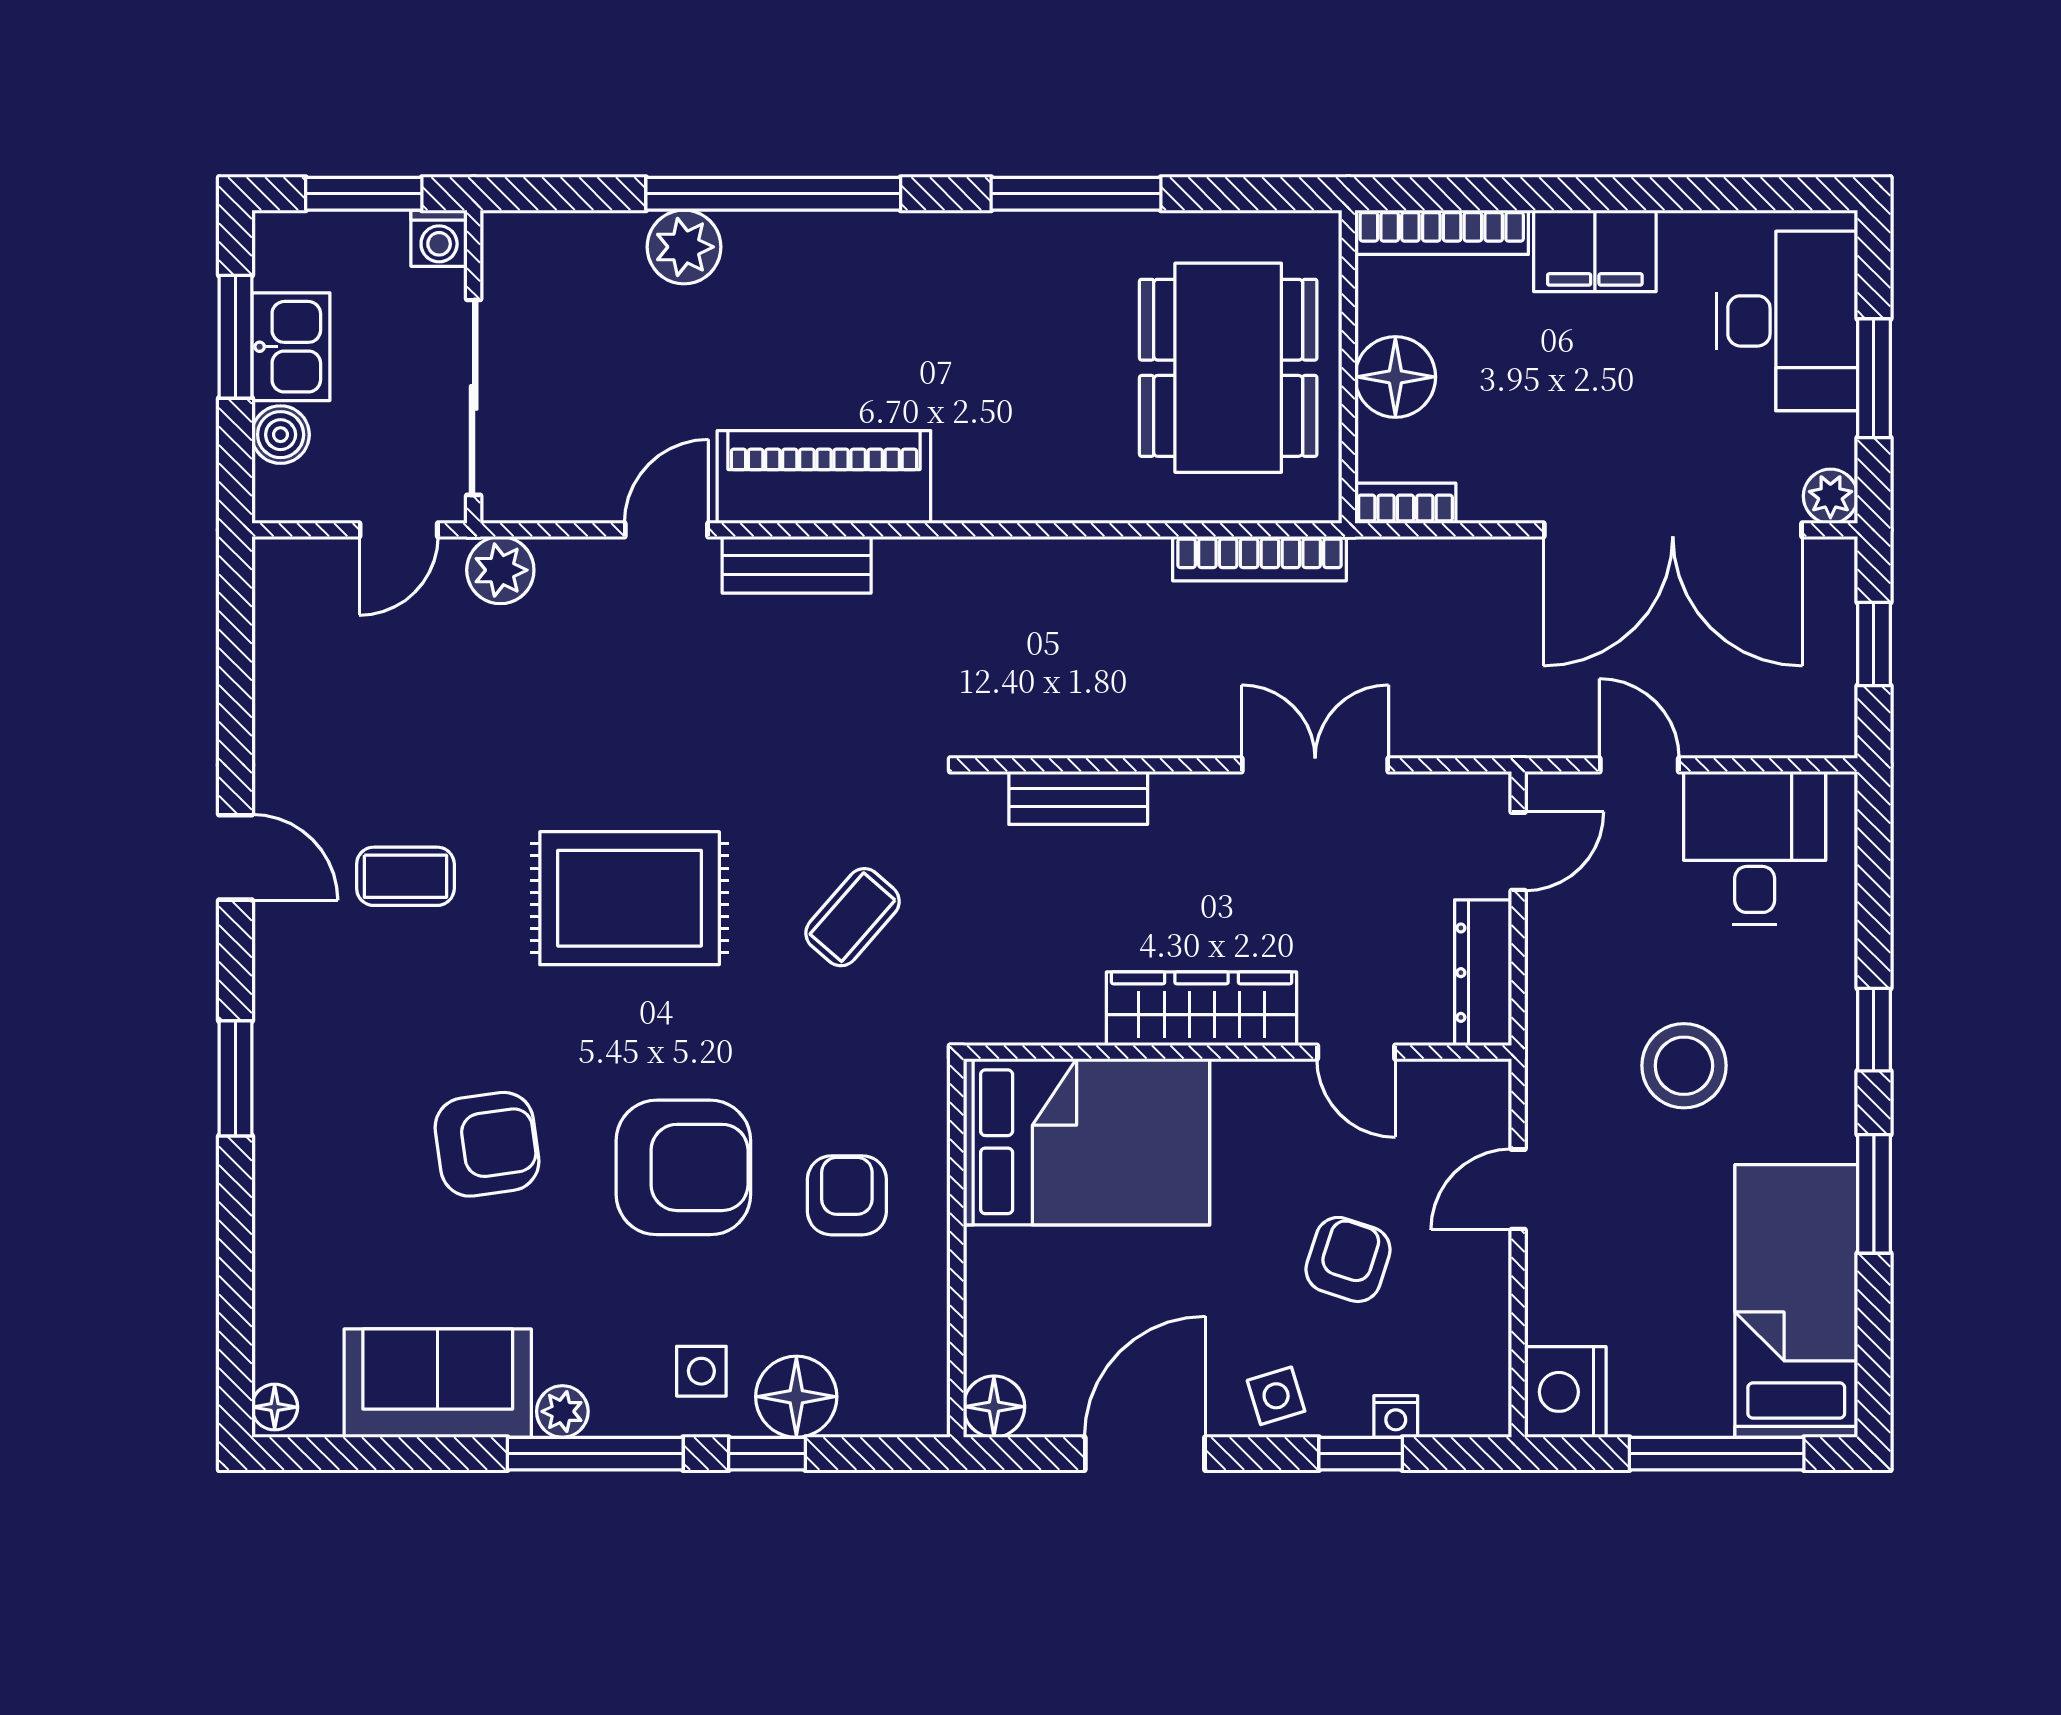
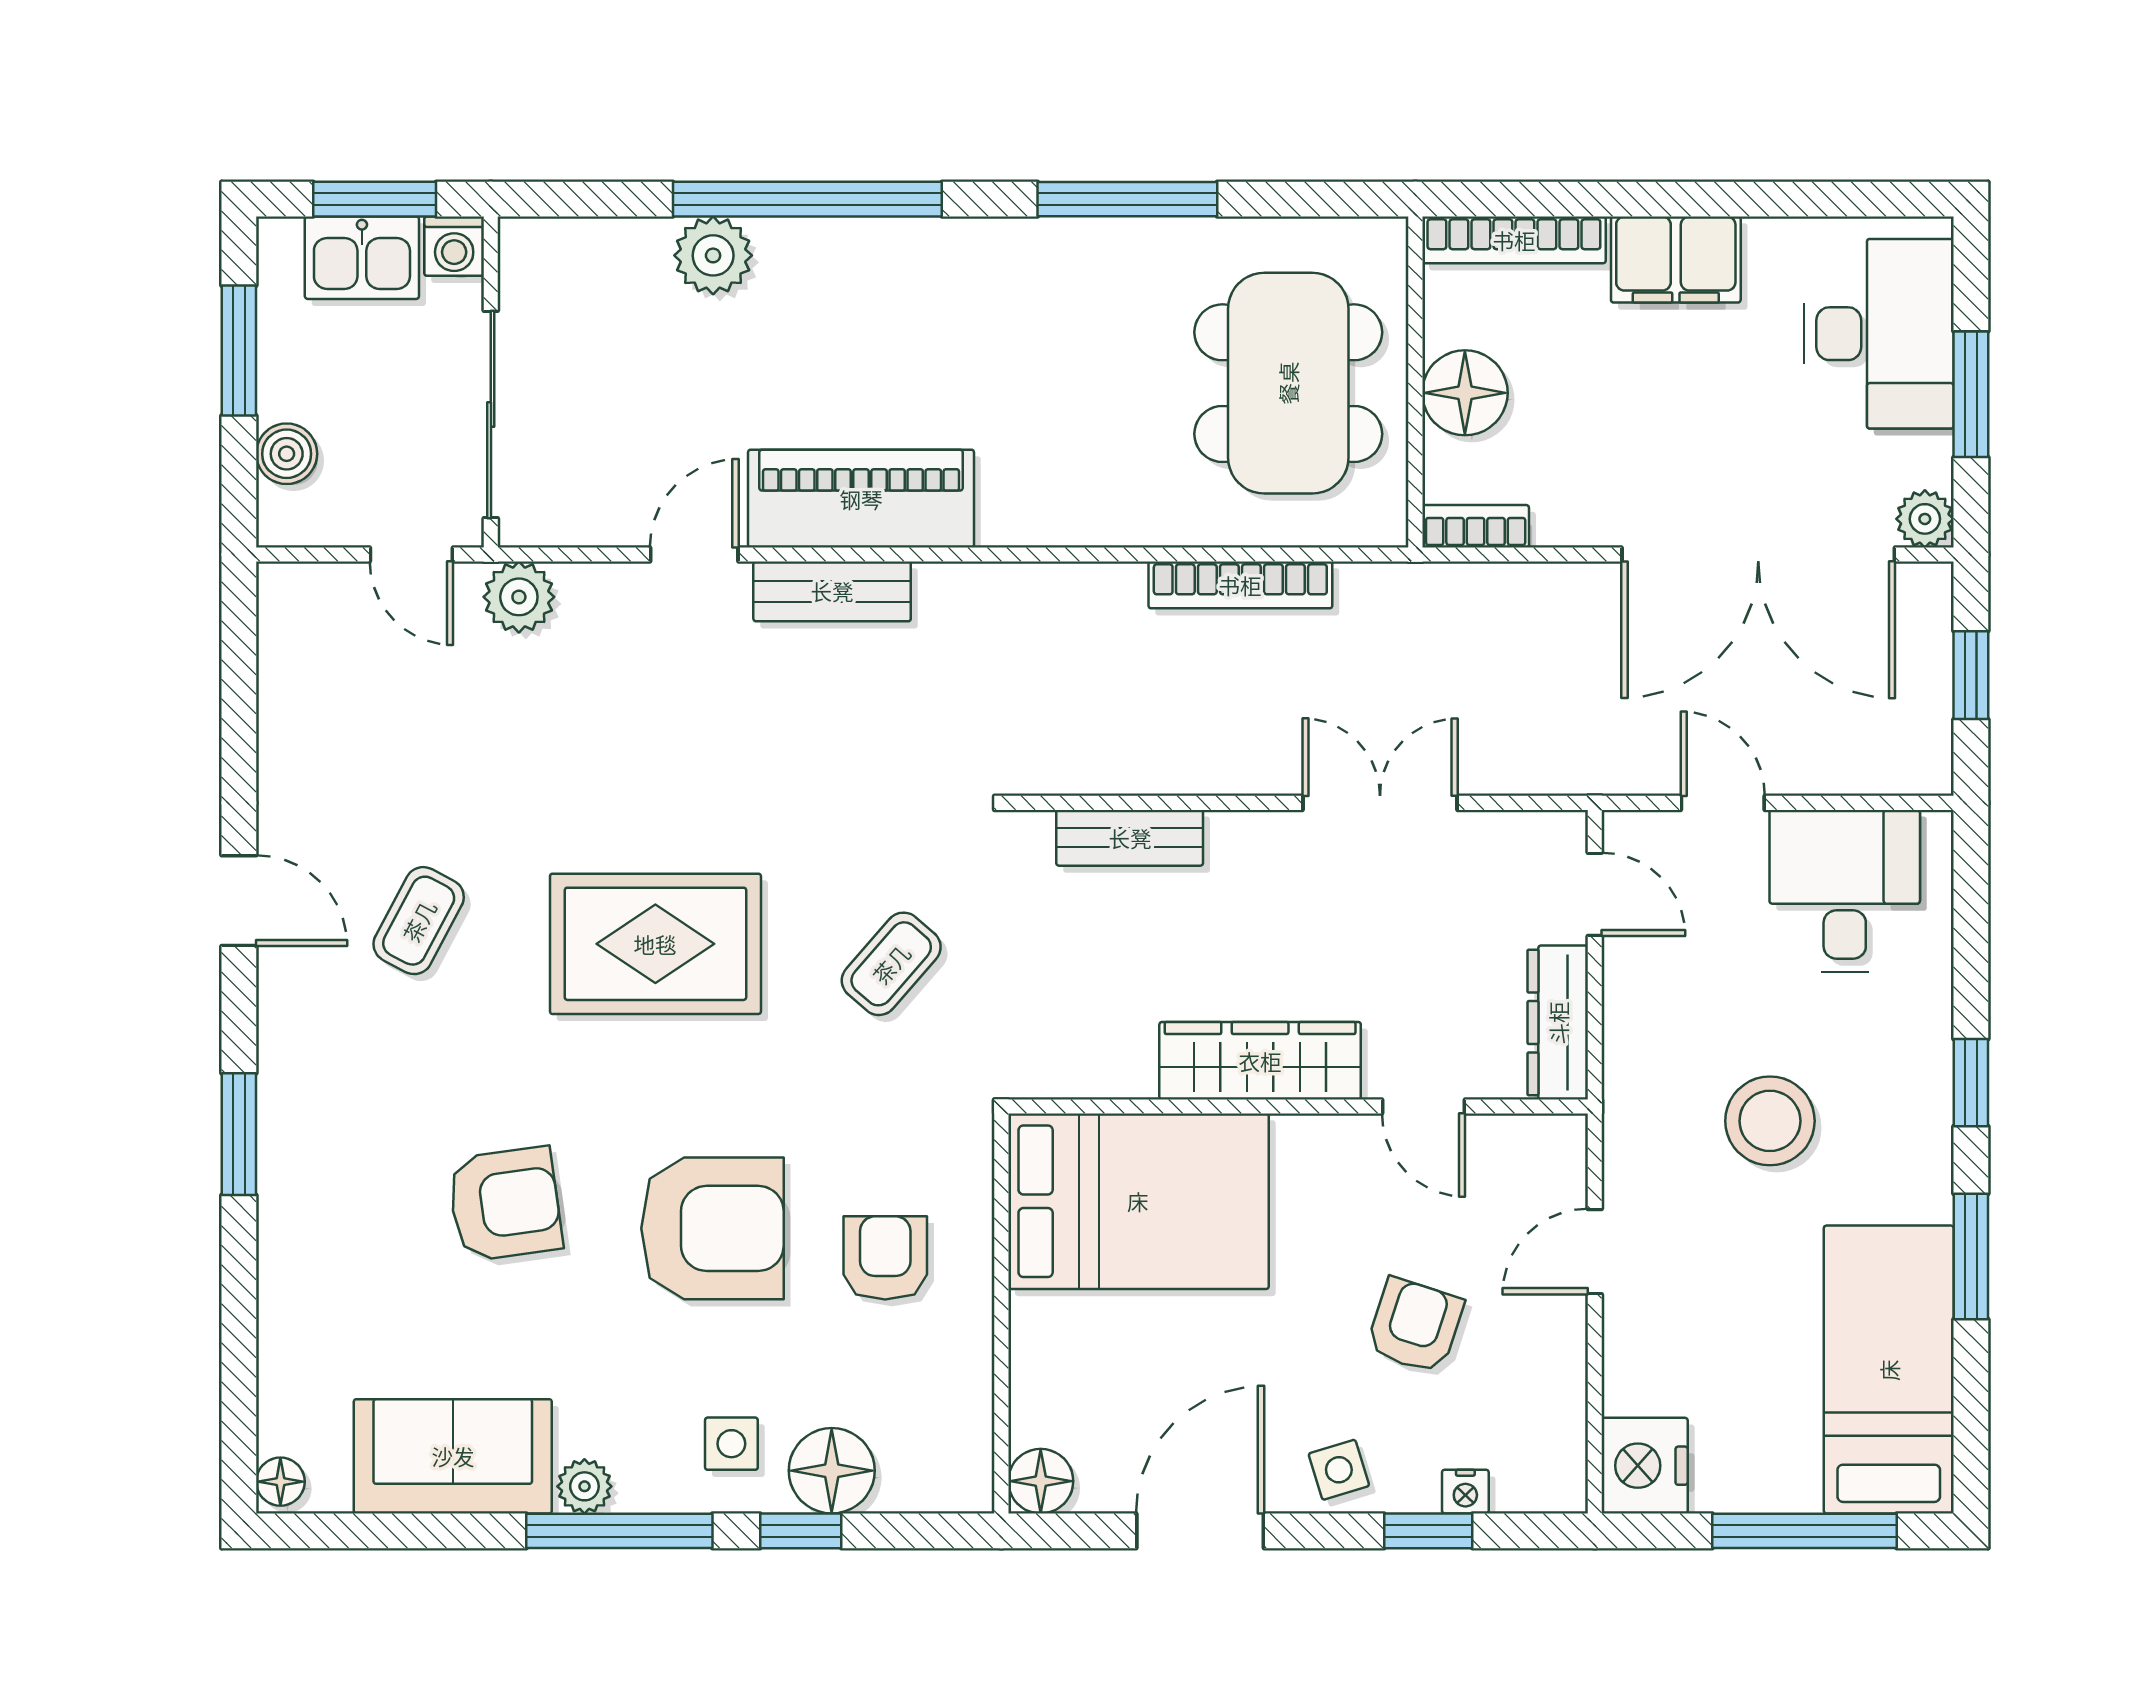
kitchen sink: (291, 347) -> (362, 258), moved, turned 90
door: (399, 530) -> (411, 555), hinge flipped
bookcase: (1260, 559) -> (1240, 585), moved
door: (1518, 851) -> (1595, 894), hinge flipped
coffee table: (405, 876) -> (419, 921), turned -62

